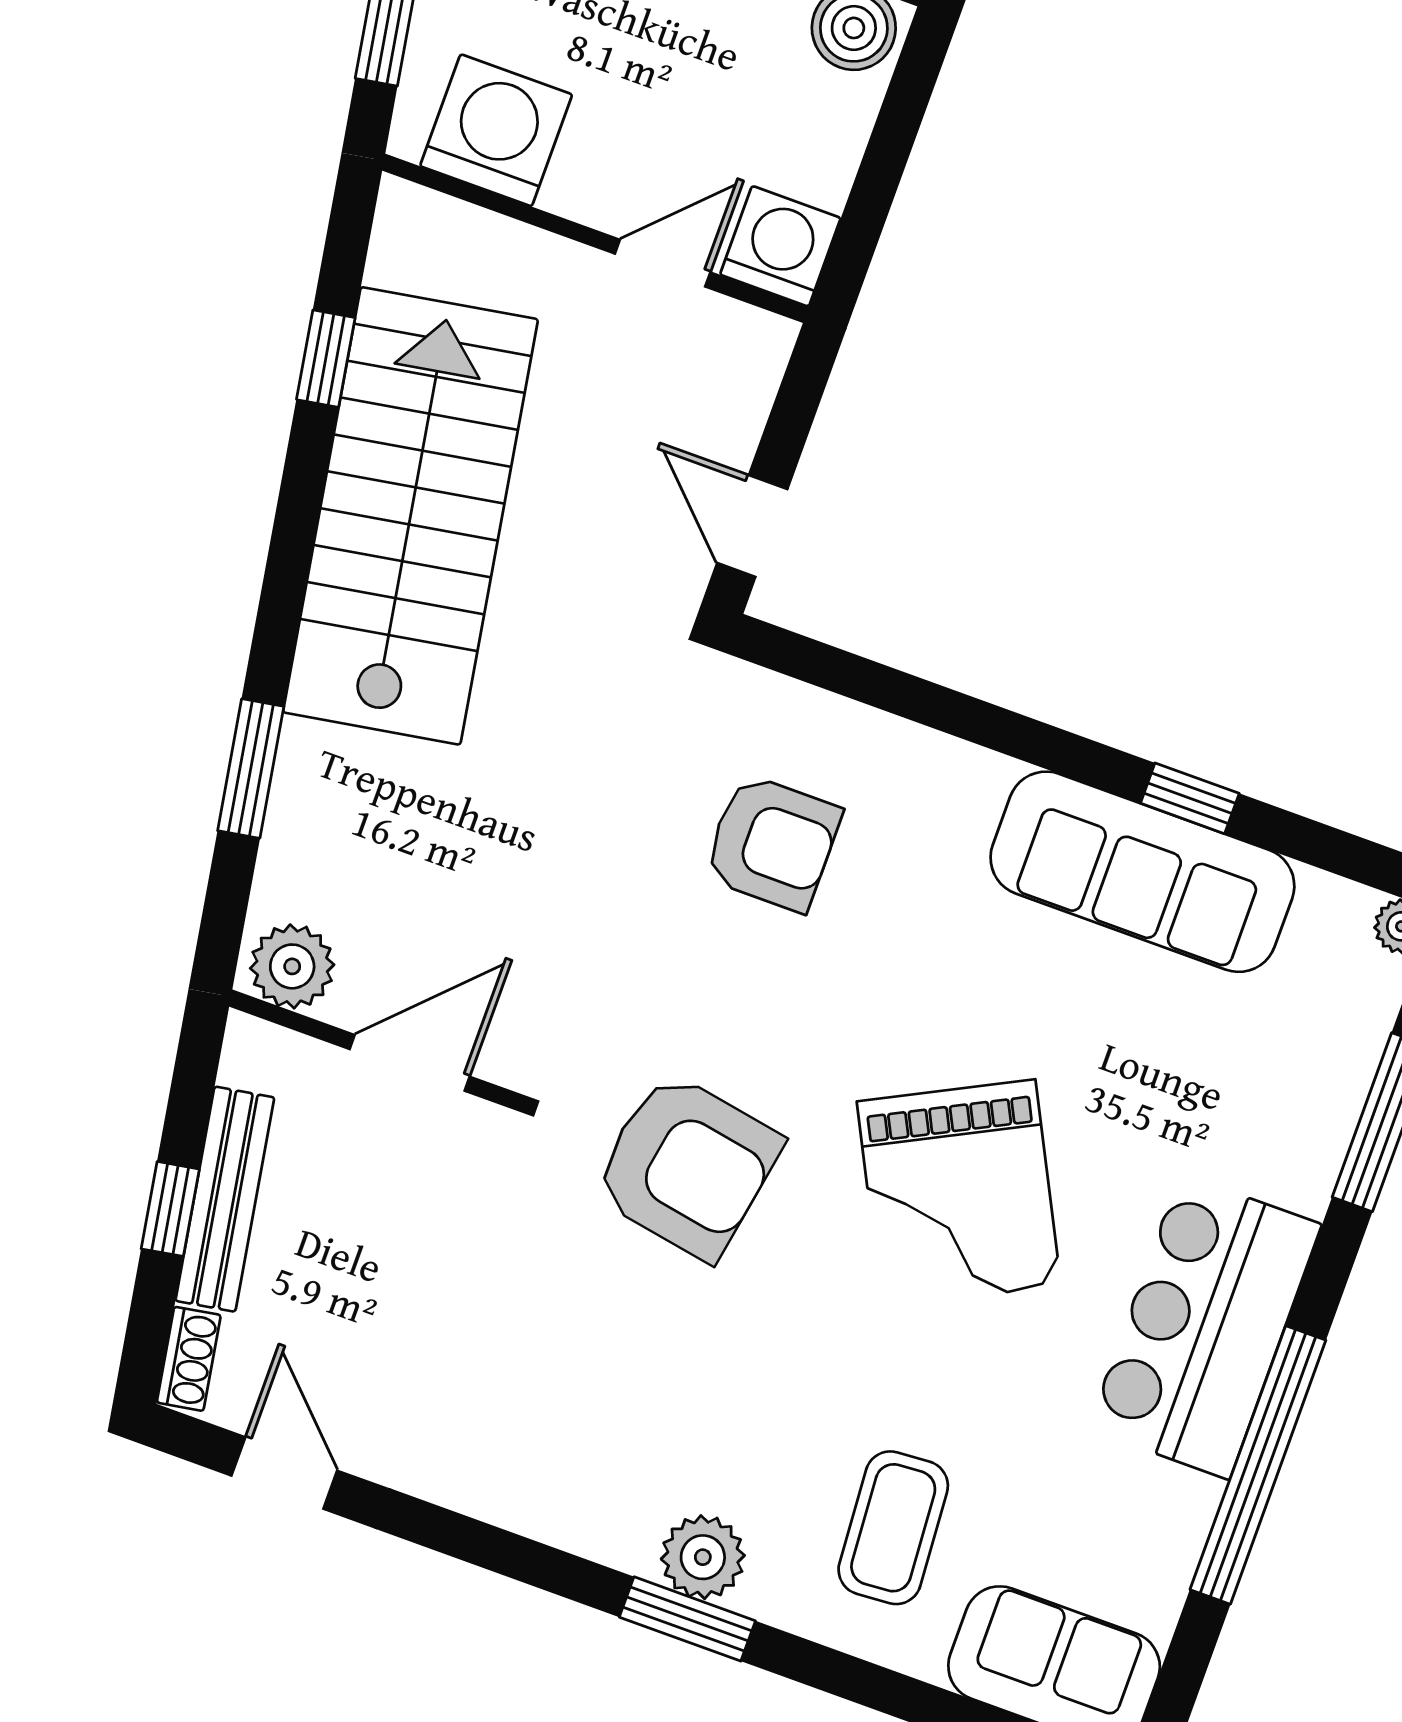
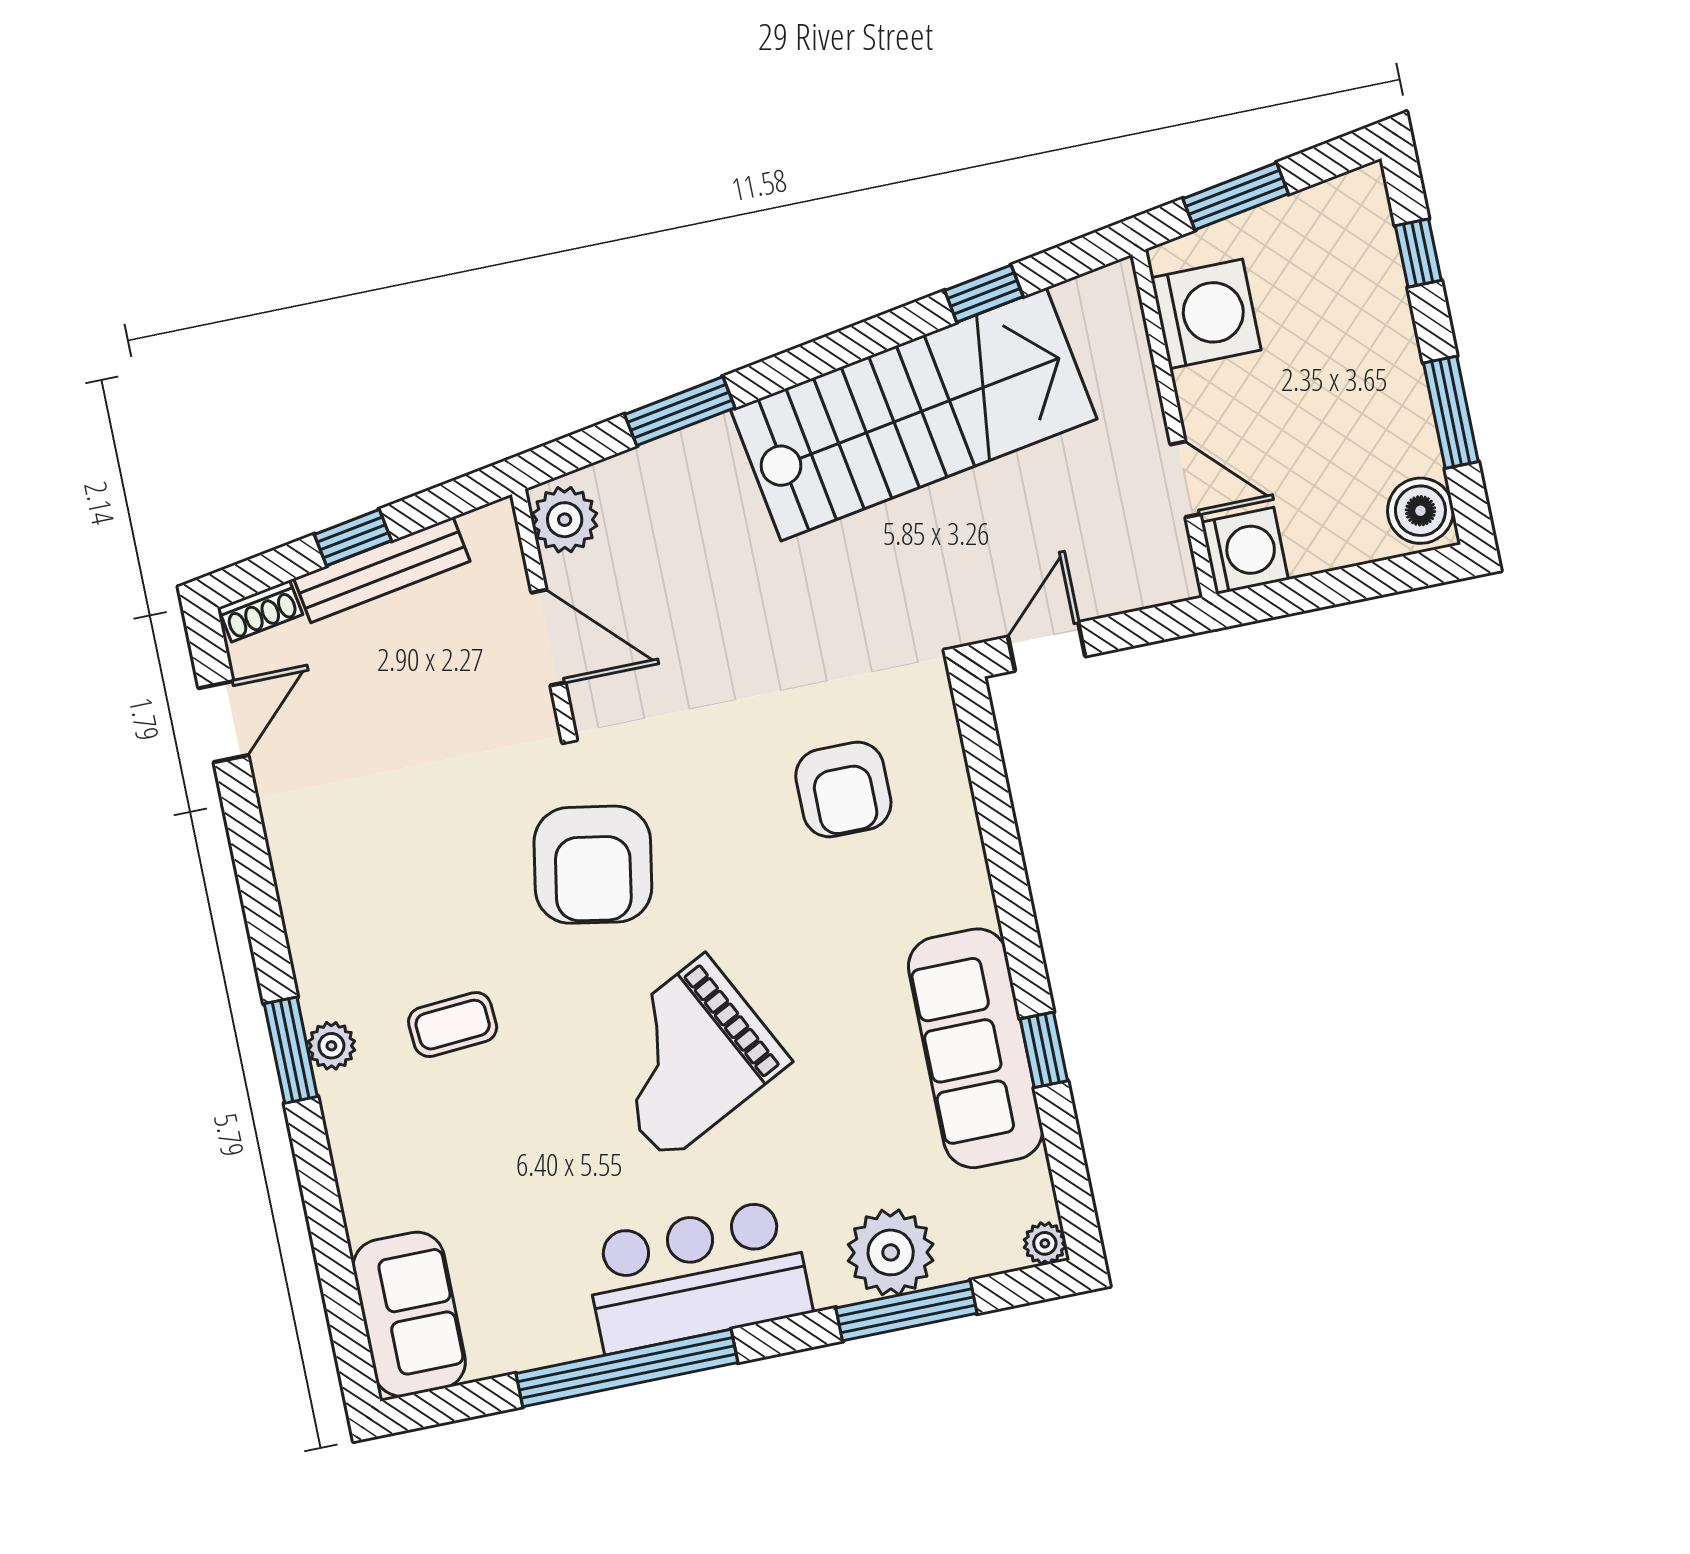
plant: (1308, 1100) -> (891, 1252), added
coffee table: (893, 1528) -> (453, 1025), moved, width x0.73, depth x0.77
plant: (703, 1557) -> (331, 1046), width x0.73, depth x0.73

